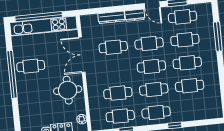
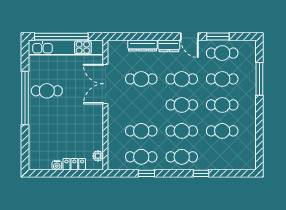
round table: (68, 90) -> (85, 122), removed

